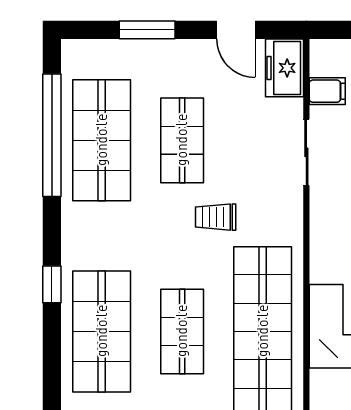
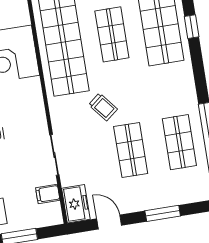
shop shelf: (102, 140) -> (179, 142), width x0.70, depth x0.74
trolley: (216, 217) -> (103, 107), turned 51
window: (52, 284) -> (192, 27), moved

